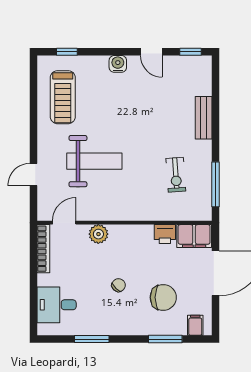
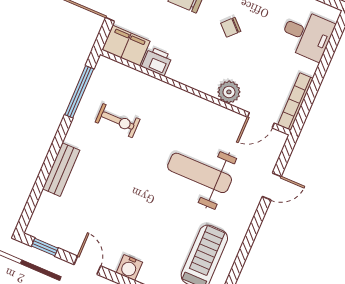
exercise bike: (176, 175) -> (118, 121), turned 94

